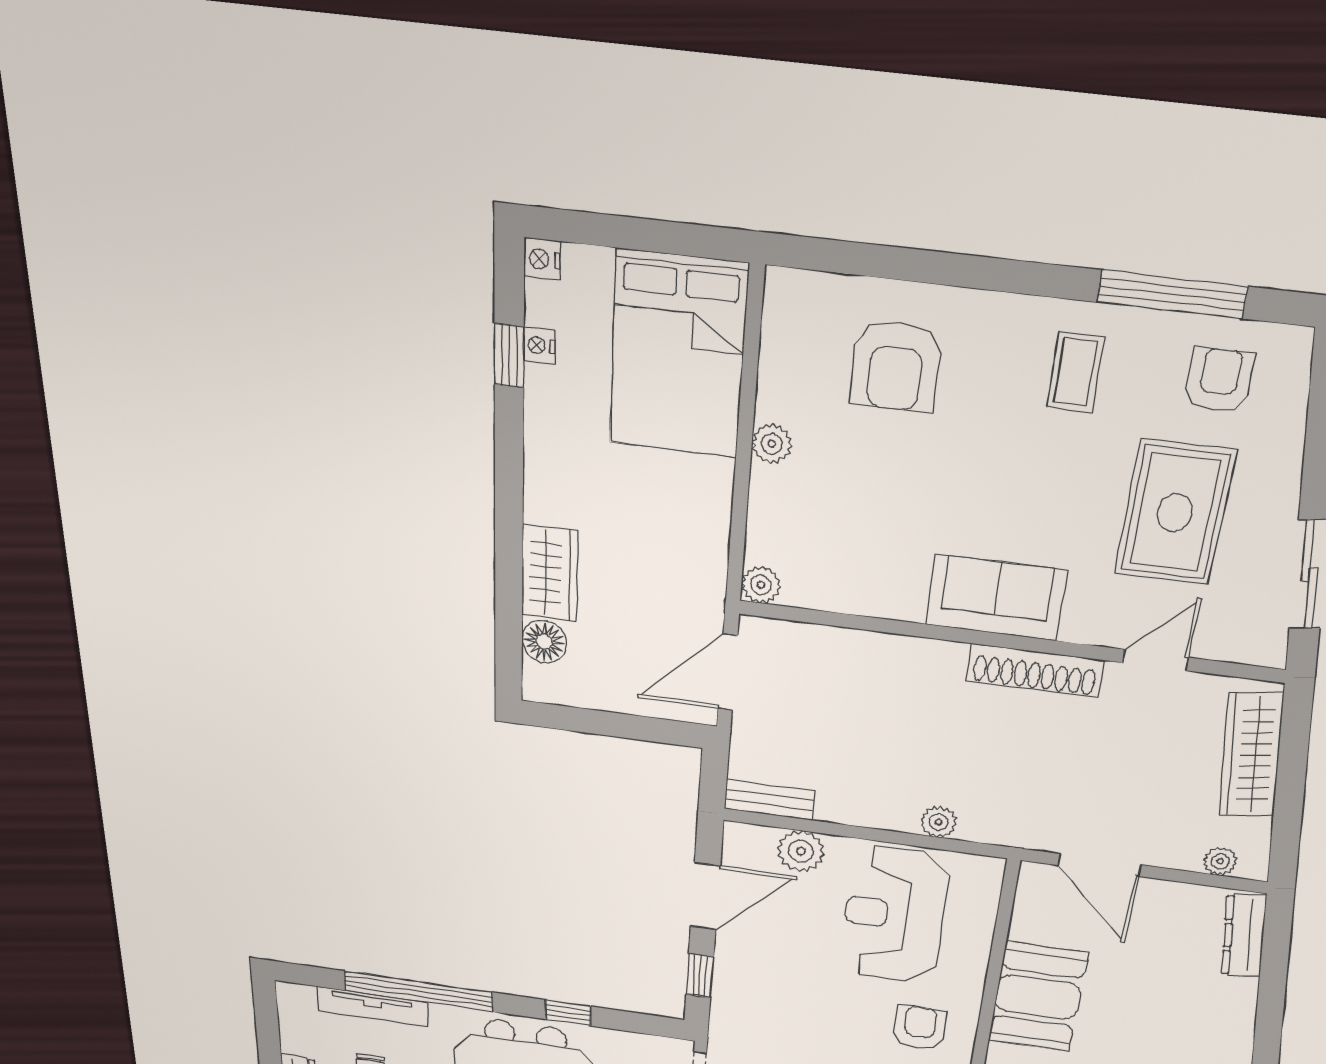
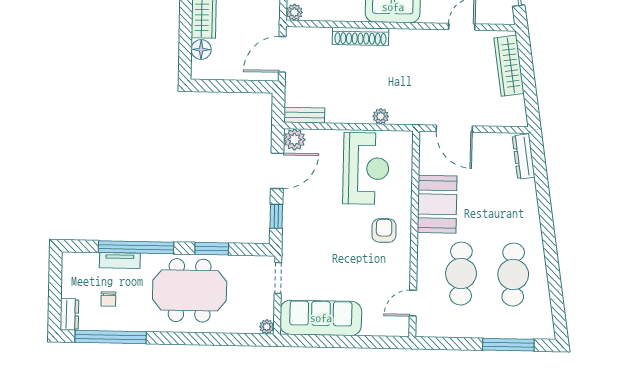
shoe rack: (1035, 670) -> (361, 36), moved
plant: (801, 851) -> (295, 140), moved
plant: (1220, 861) -> (506, 119), removed
reception desk: (895, 915) -> (366, 168), turned 180
tv unit: (372, 1006) -> (120, 260), width x0.71
window: (568, 1013) -> (212, 249), width x1.50

